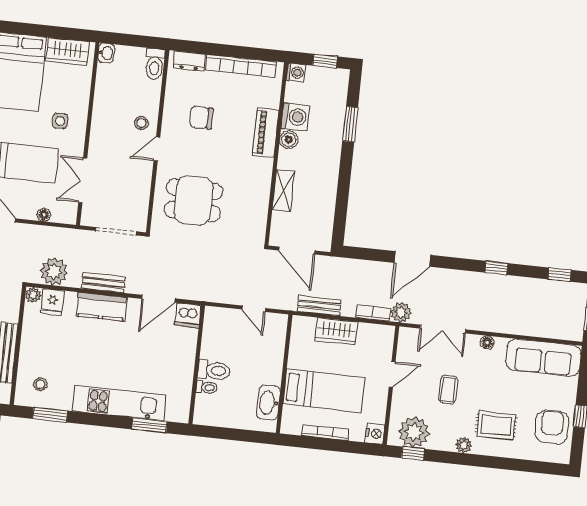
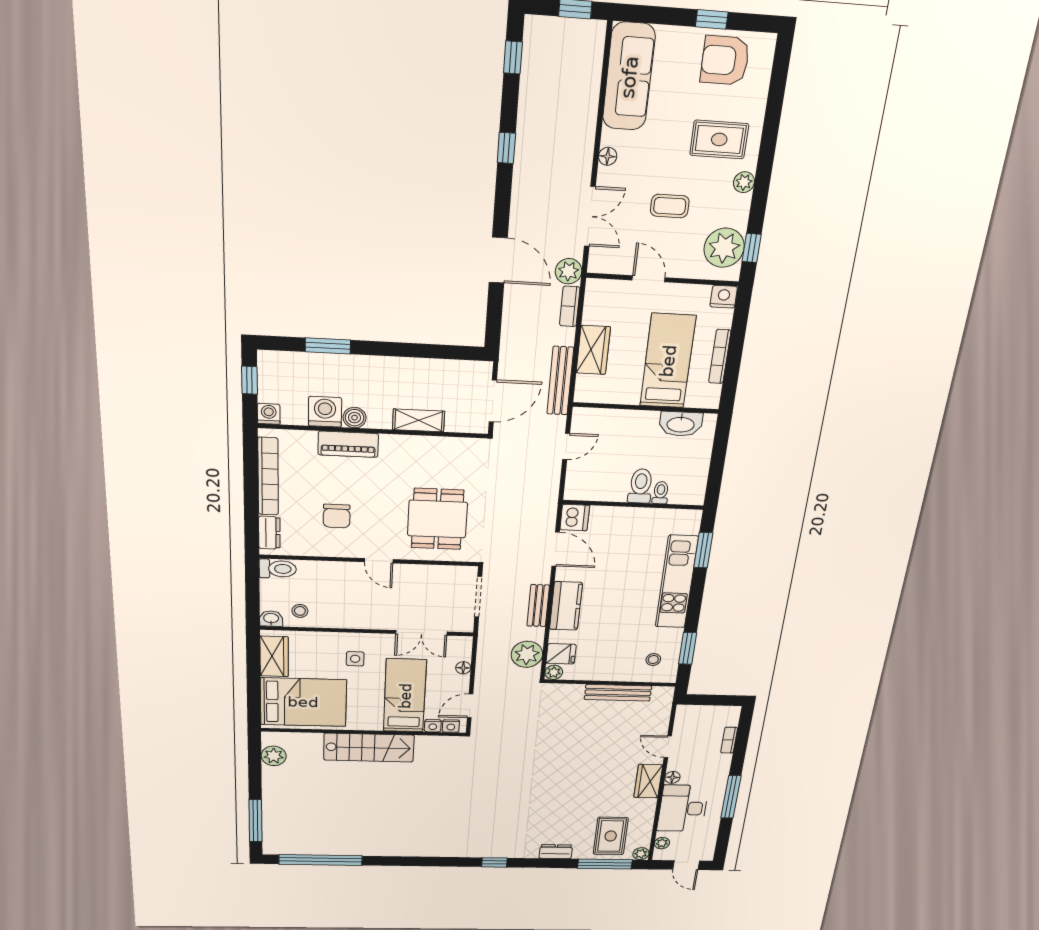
stool: (141, 123) -> (300, 611), moved
bench: (319, 306) -> (560, 381), width x1.36
rug: (496, 425) -> (719, 139), turned 90

